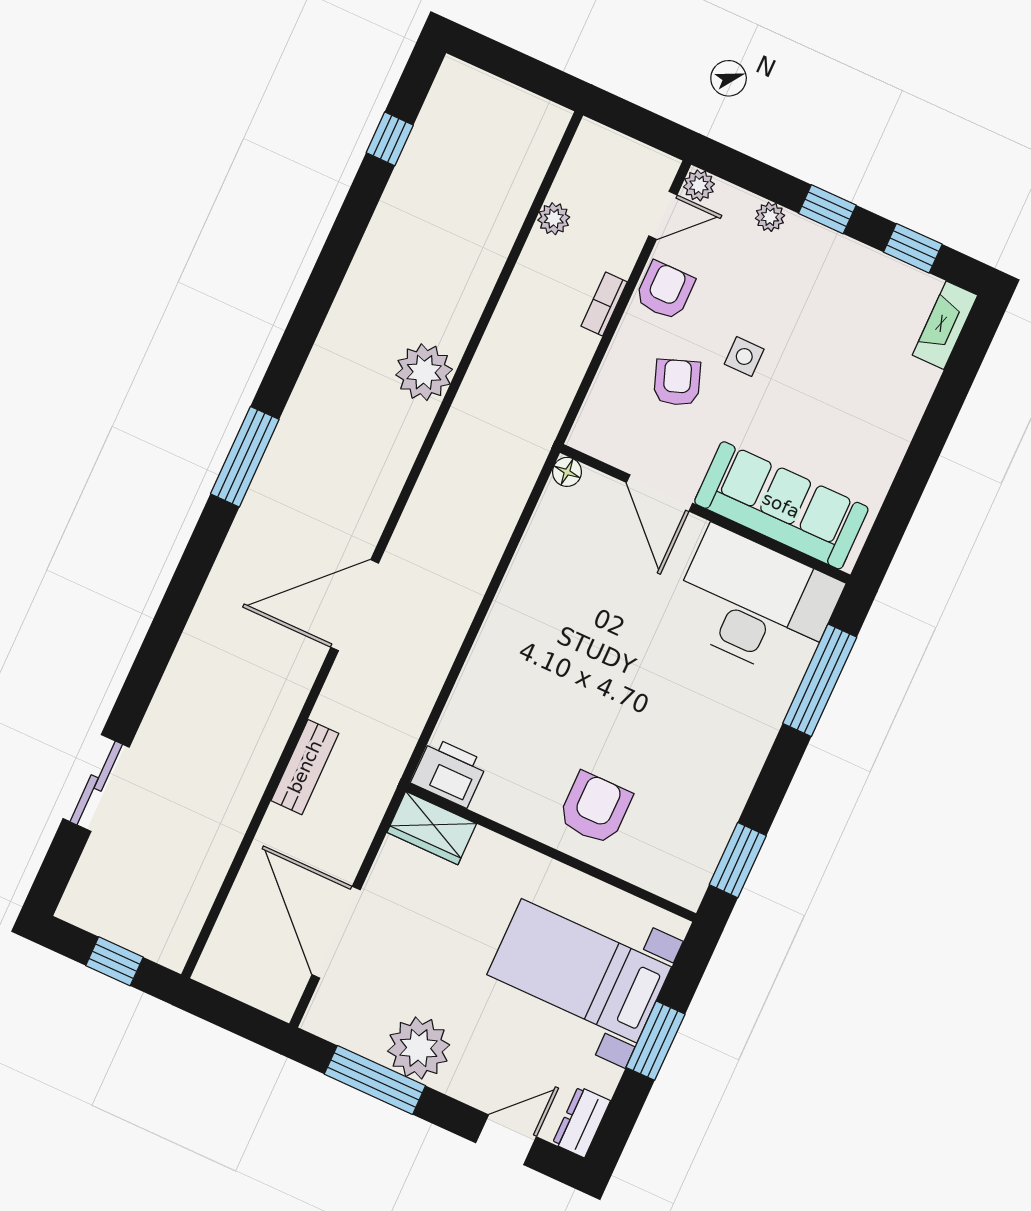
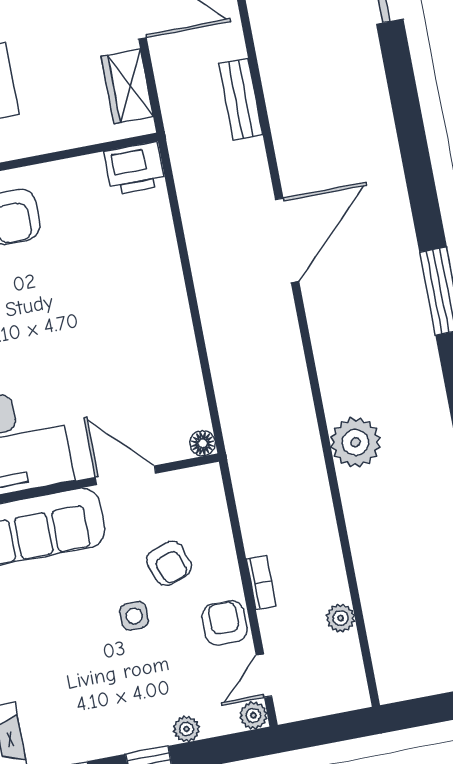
armchair: (665, 290) -> (225, 623), turned 180
wardrobe: (432, 828) -> (127, 86), moved, turned -90

